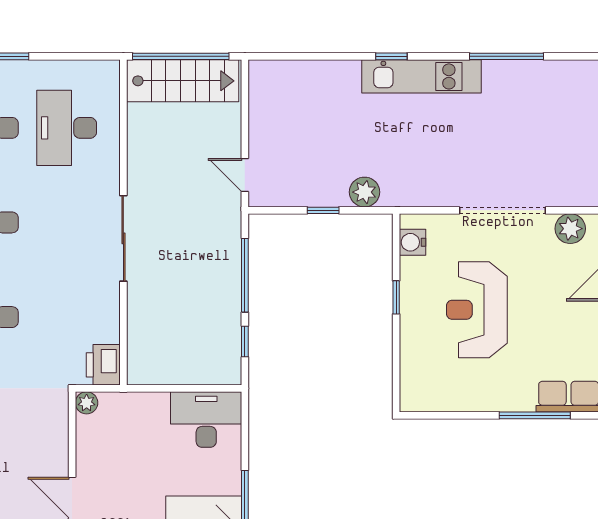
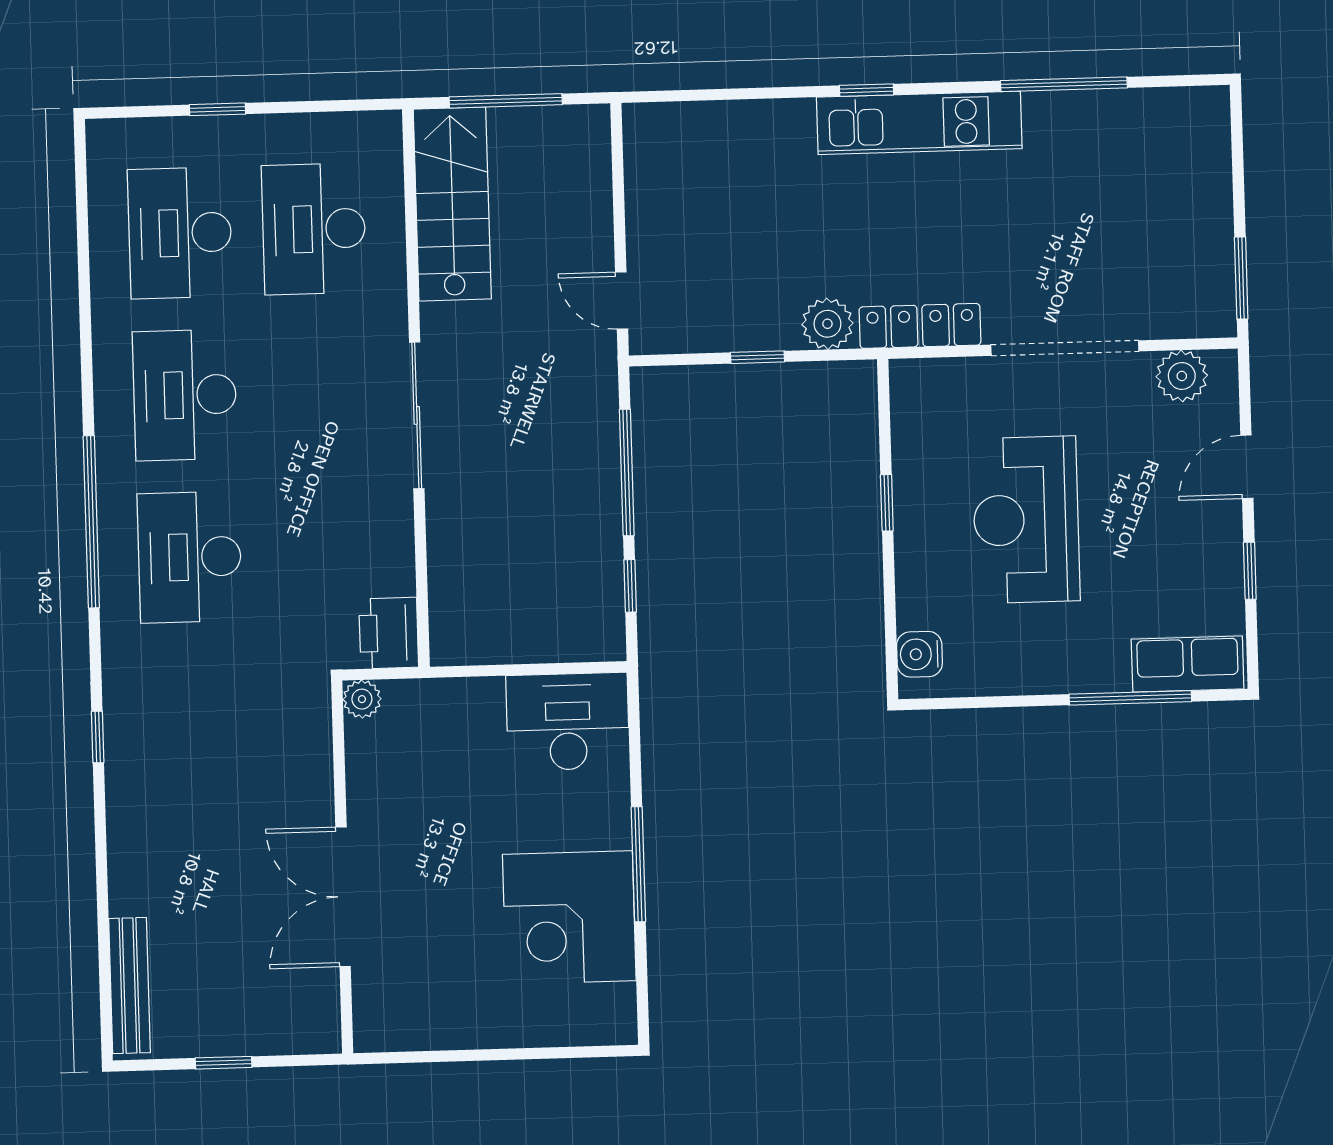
window: (181, 56) -> (506, 101), width x0.68
stairs: (183, 81) -> (452, 204), moved, turned -90
locker: (418, 195) -> (920, 326), added
water cooler: (412, 242) -> (919, 654), moved

